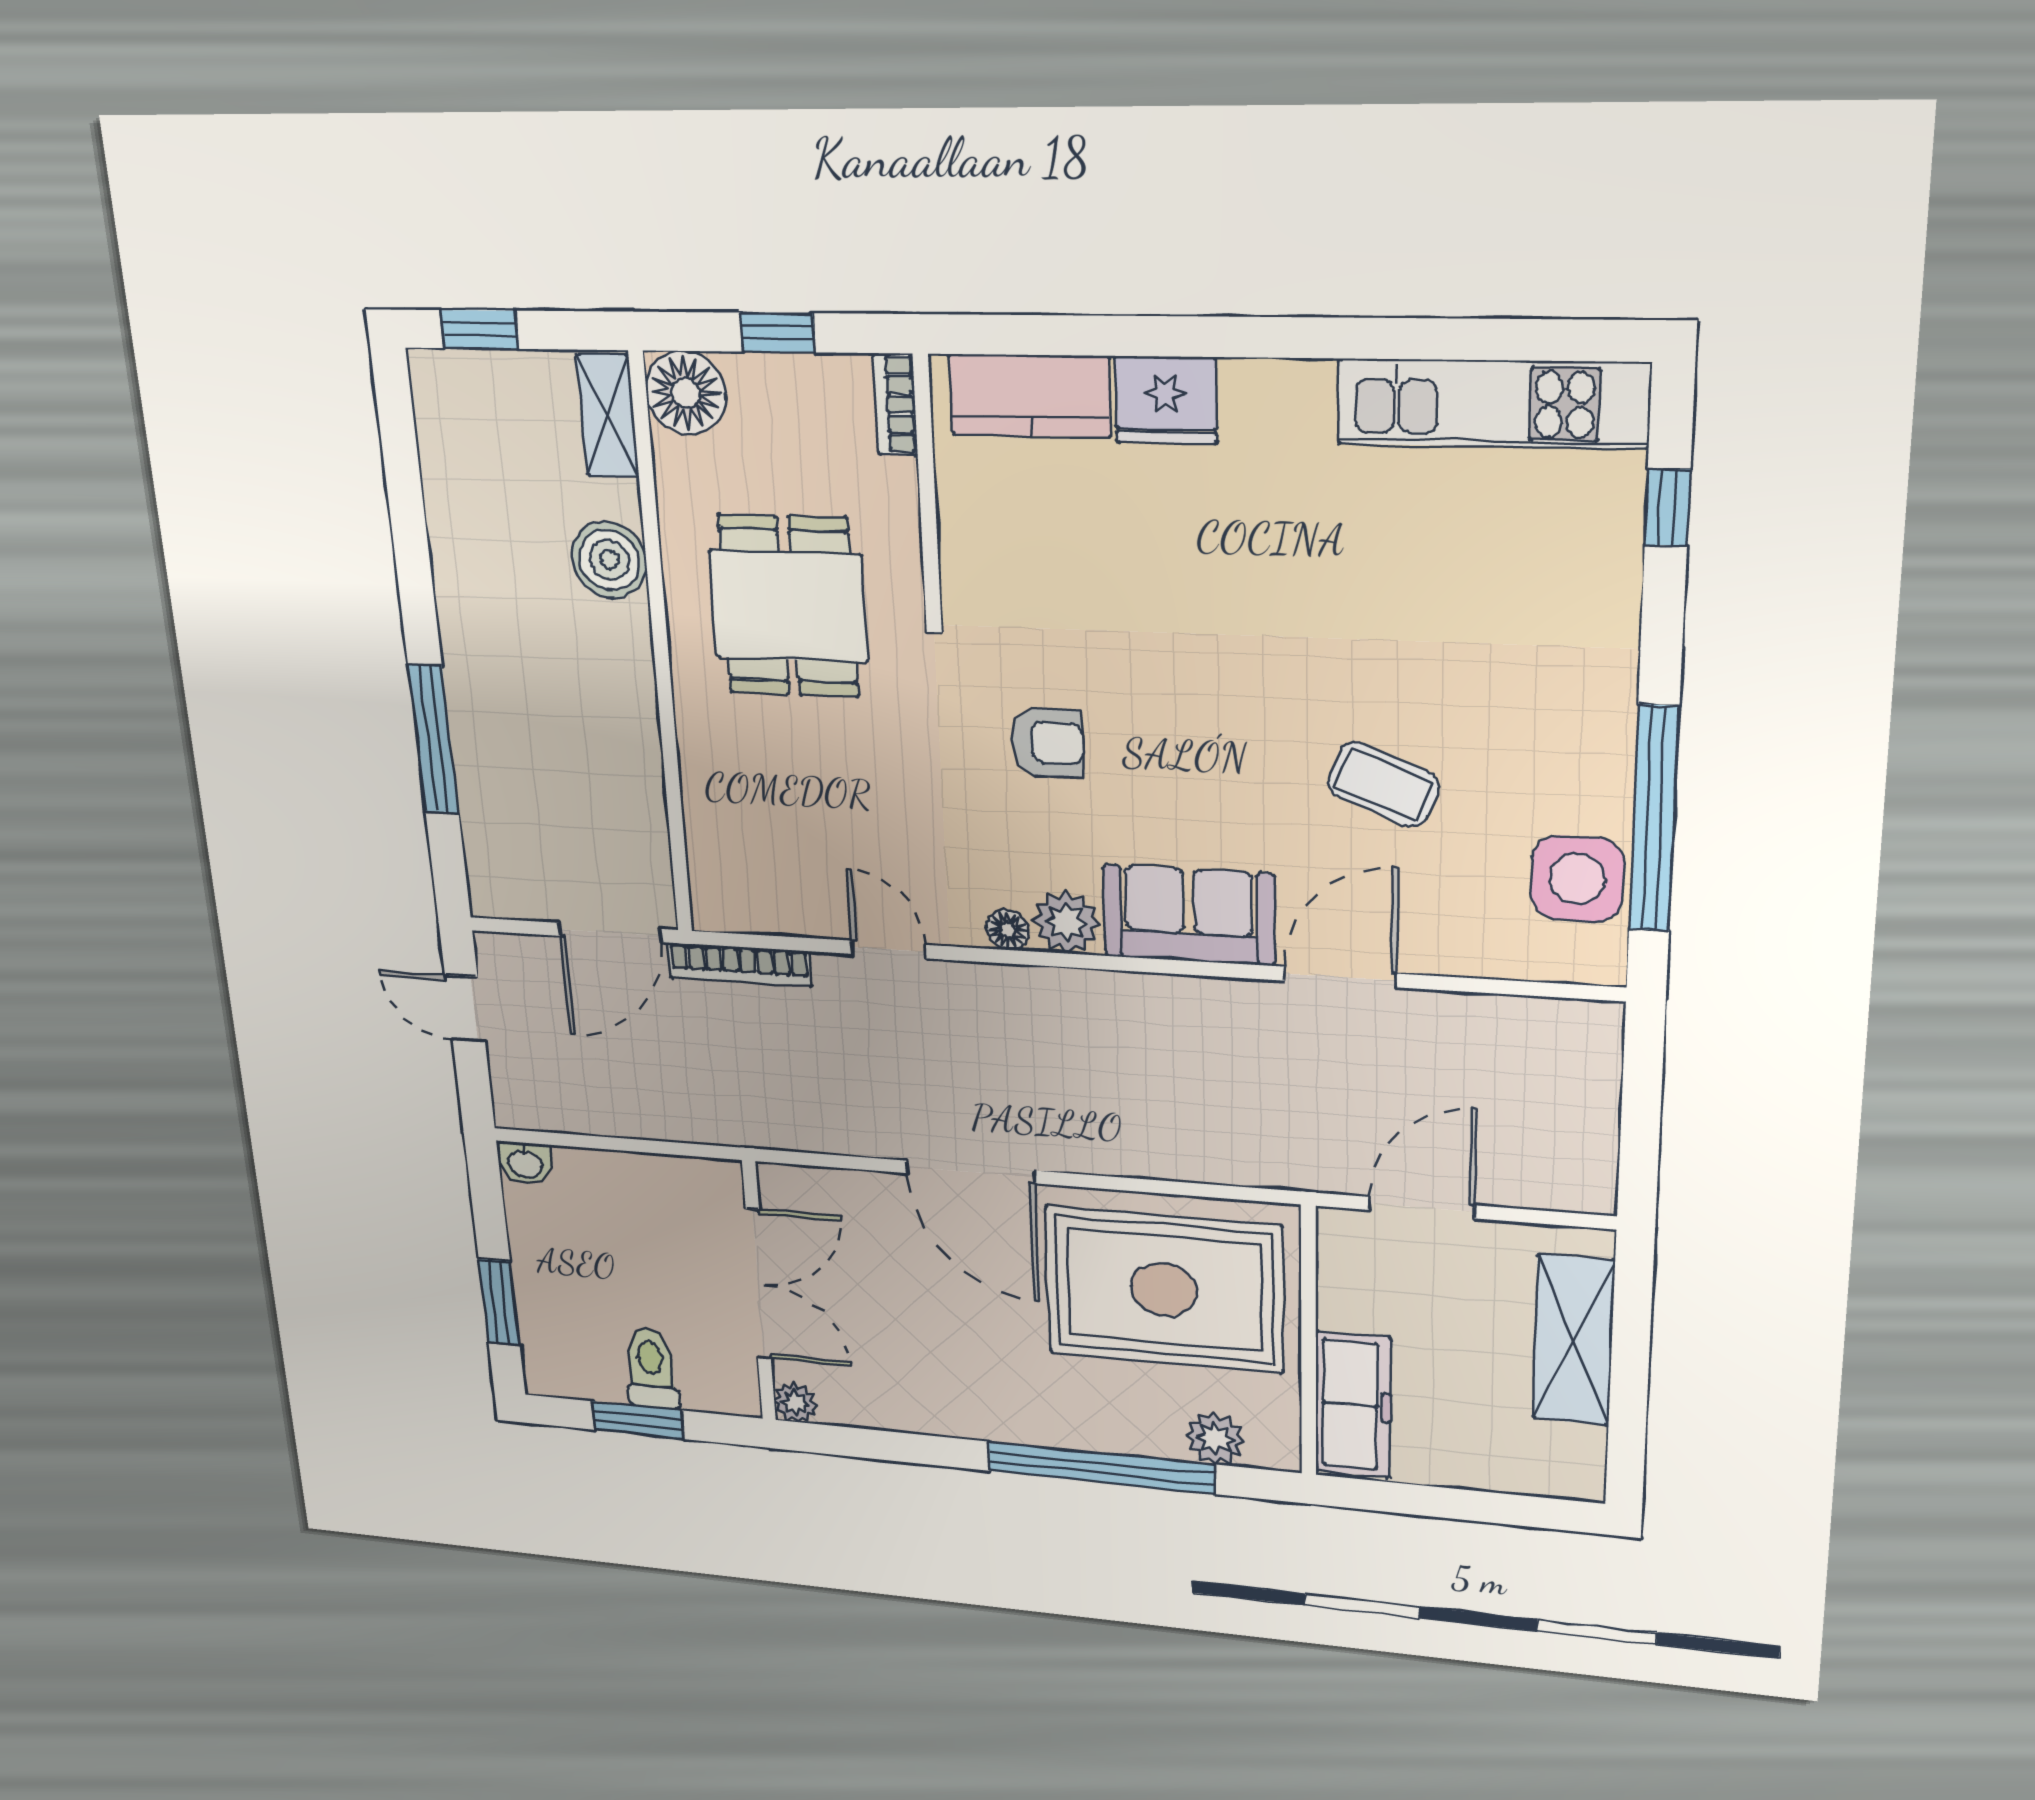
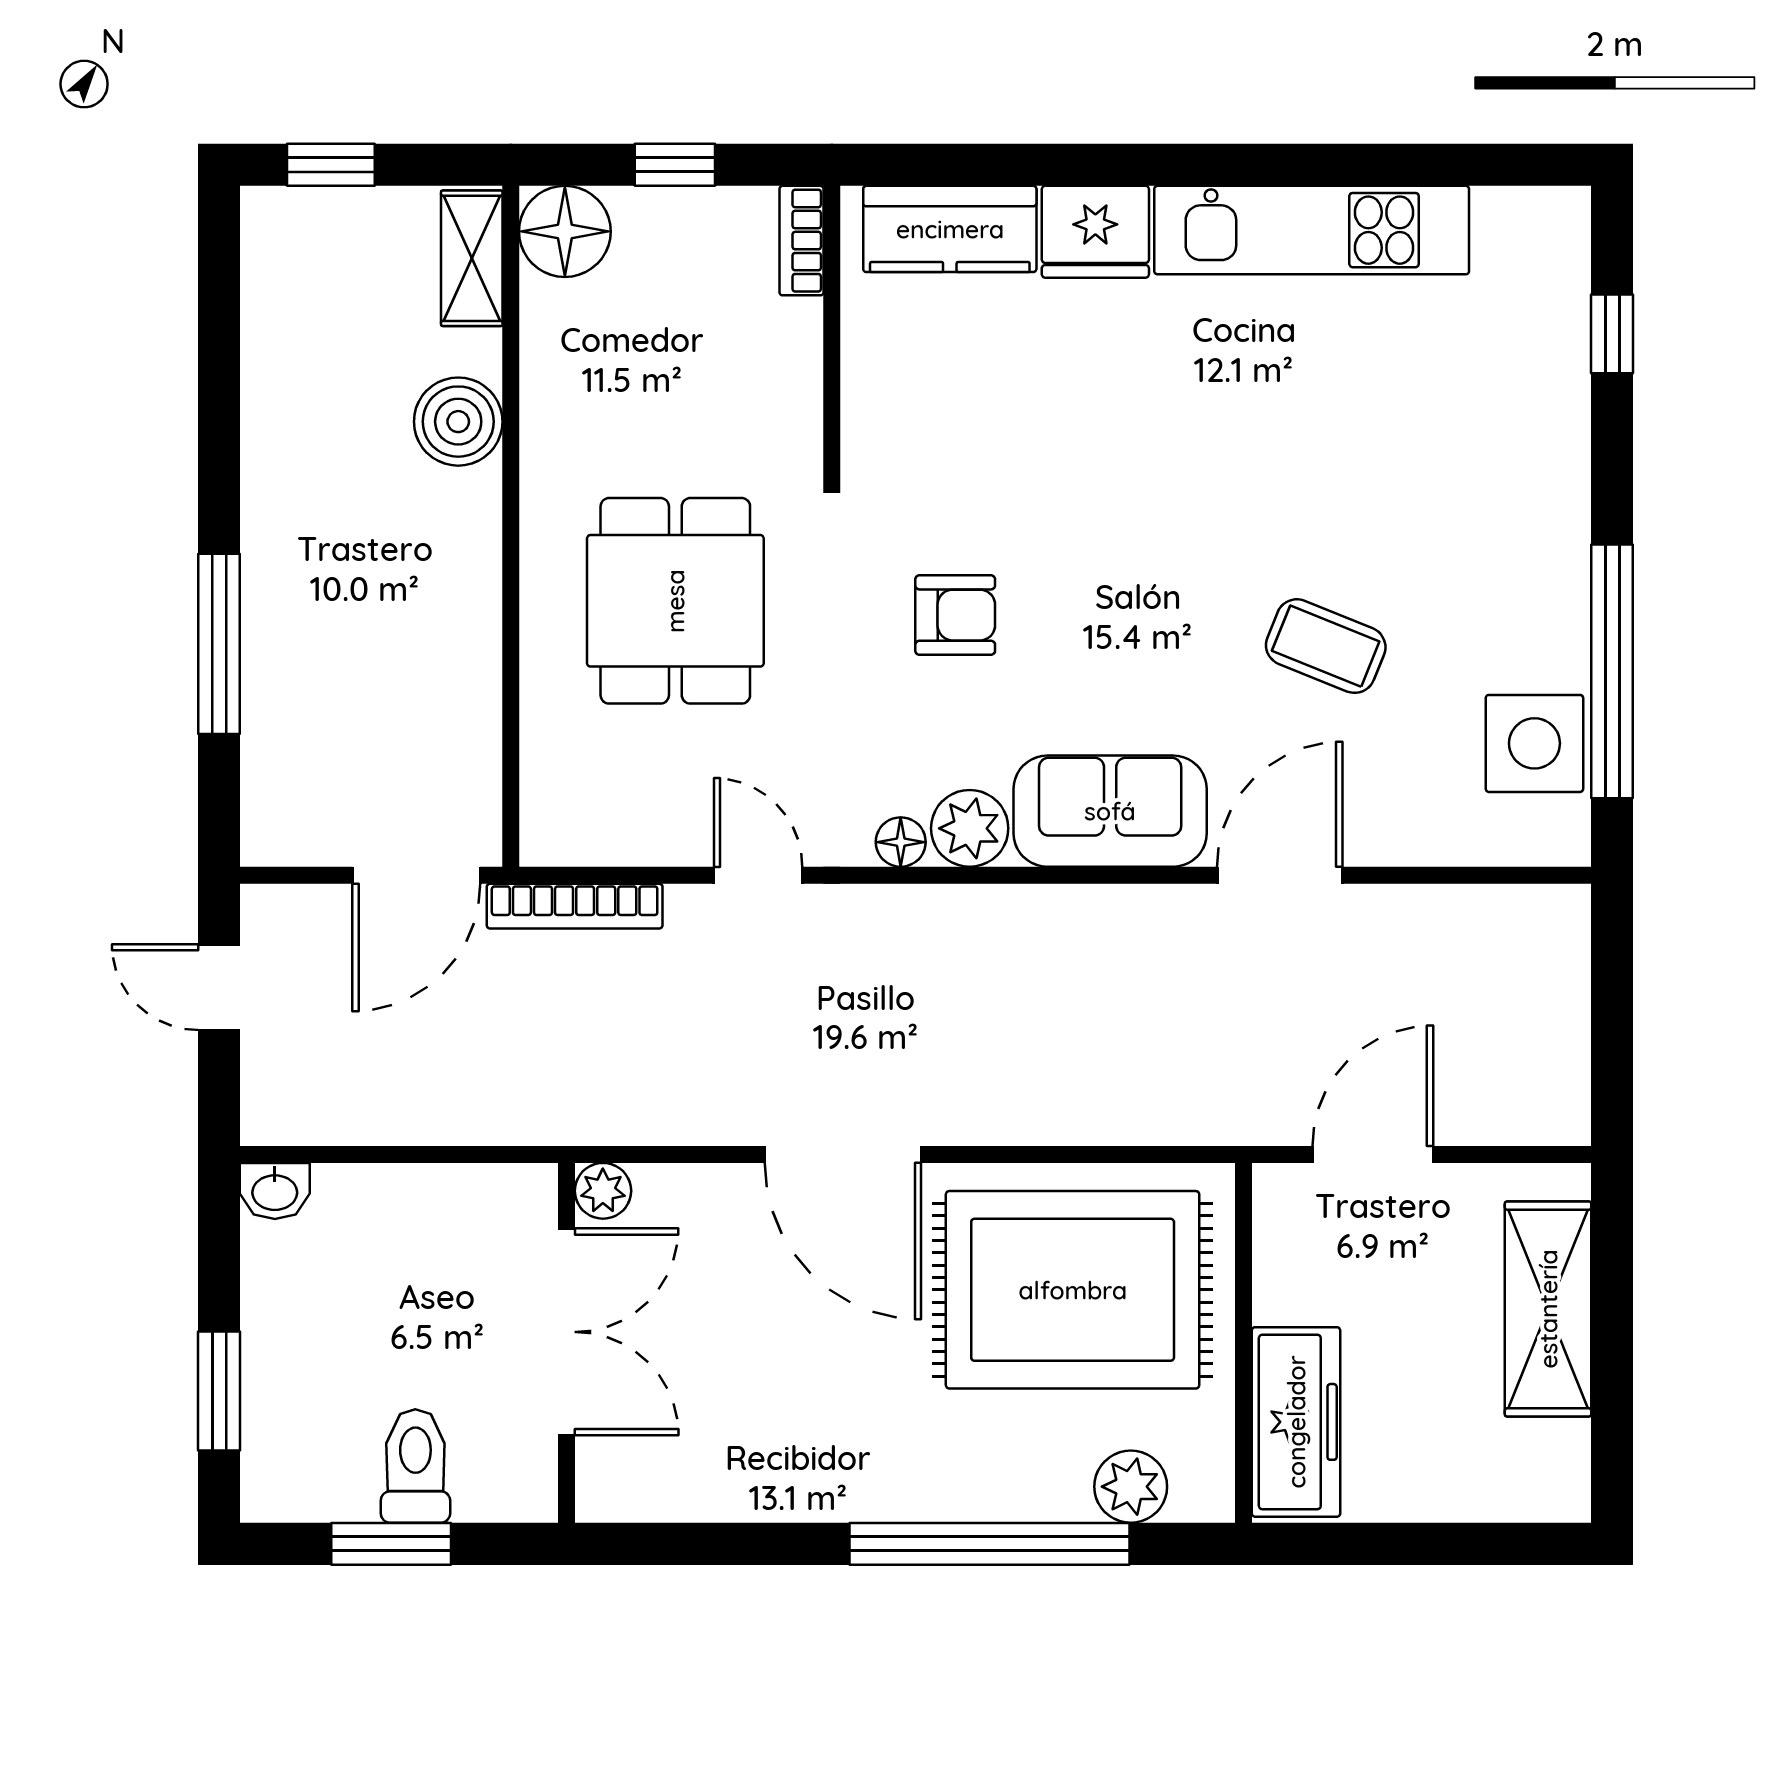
kitchen unit: (1492, 404) -> (1312, 230), moved
dining table: (788, 606) -> (675, 601), moved
plant: (795, 1403) -> (603, 1191), moved

